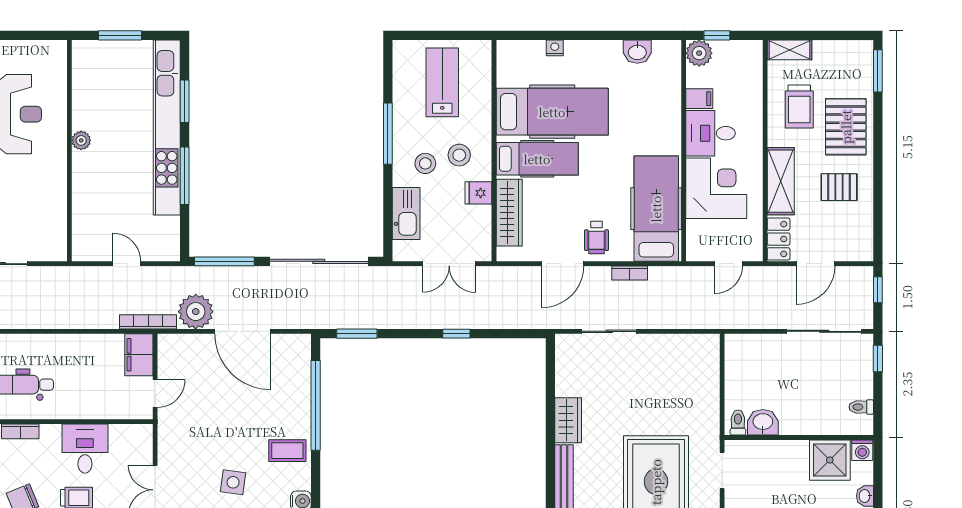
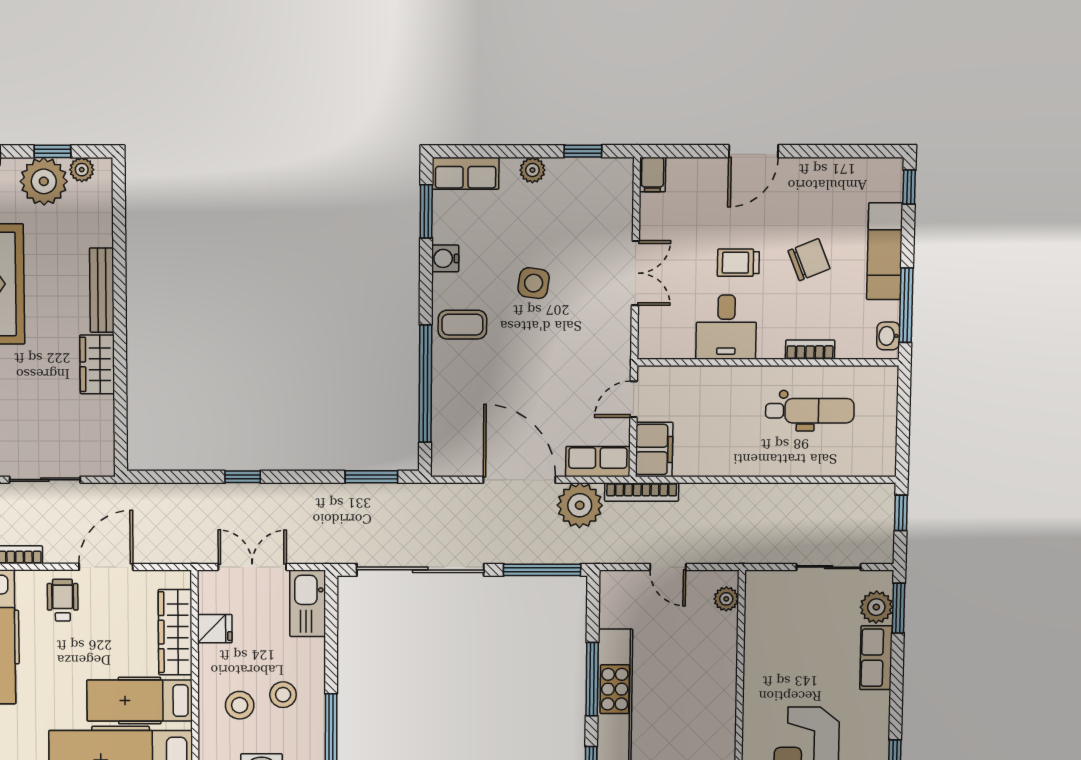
plant: (81, 140) -> (726, 599), moved
fridge: (478, 193) -> (215, 629), moved
kitchen sink: (406, 213) -> (308, 603), moved
row of seats: (182, 345) -> (598, 462), added

